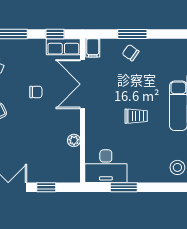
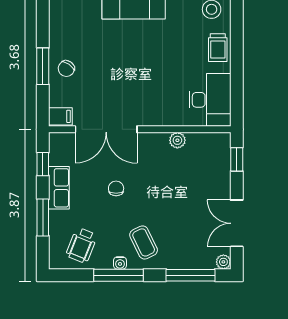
row of seats: (63, 47) -> (59, 188), moved
trolley: (136, 116) -> (218, 48), moved, turned 180
window: (46, 187) -> (237, 159), moved
window: (124, 187) -> (237, 77), removed

